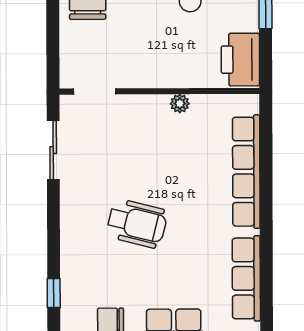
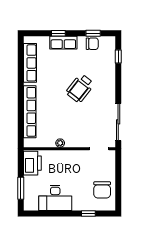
sliding door: (53, 150) -> (118, 122), width x1.37
wheelchair: (137, 223) -> (80, 88), turned -66

